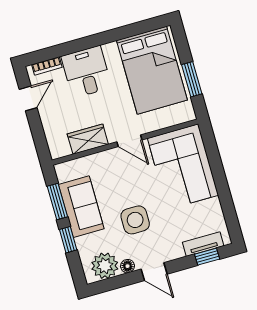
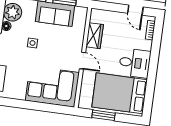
desk: (86, 72) -> (135, 63), moved
door: (129, 141) -> (82, 61), swing flipped
side table: (135, 220) -> (32, 43), width x0.54, depth x0.54

